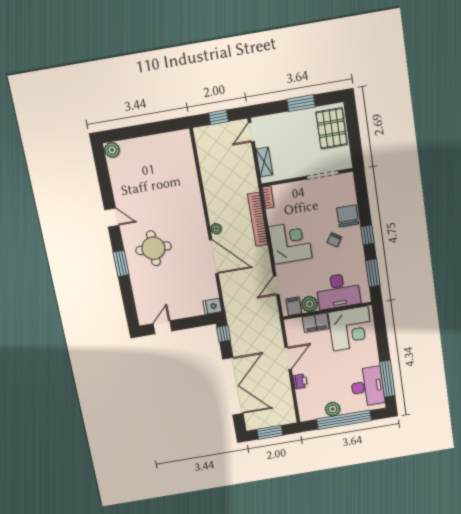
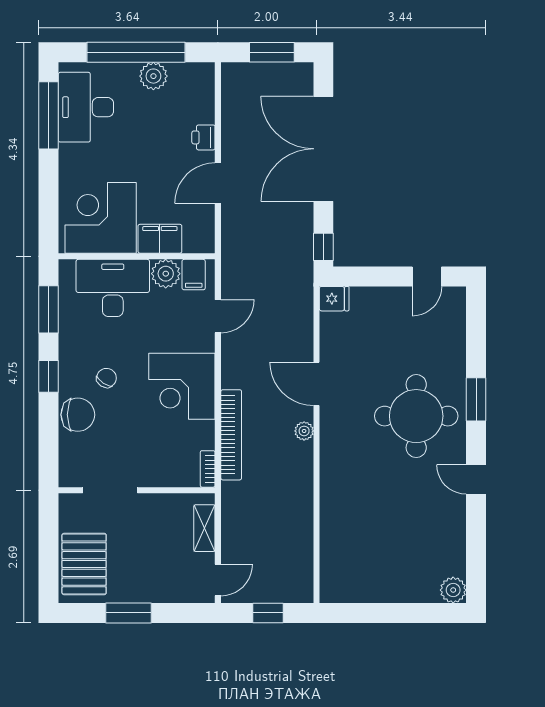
chair: (348, 216) -> (78, 415), turned -90
round table: (153, 248) -> (416, 416), width x1.36, depth x1.36
door: (214, 257) -> (316, 384), width x0.73

